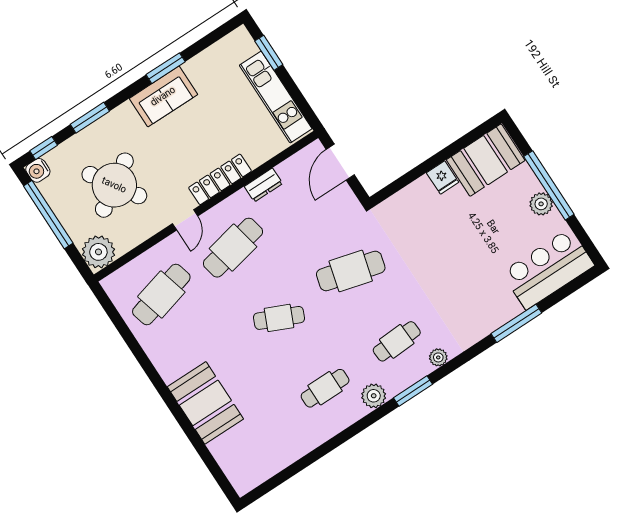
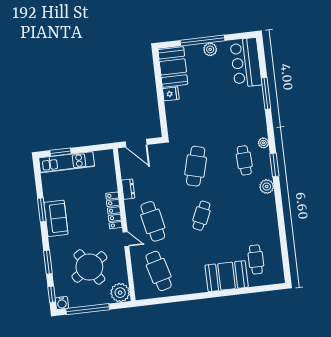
kitchen unit: (276, 97) -> (67, 162), moved
cafe table: (325, 388) -> (256, 259), moved

